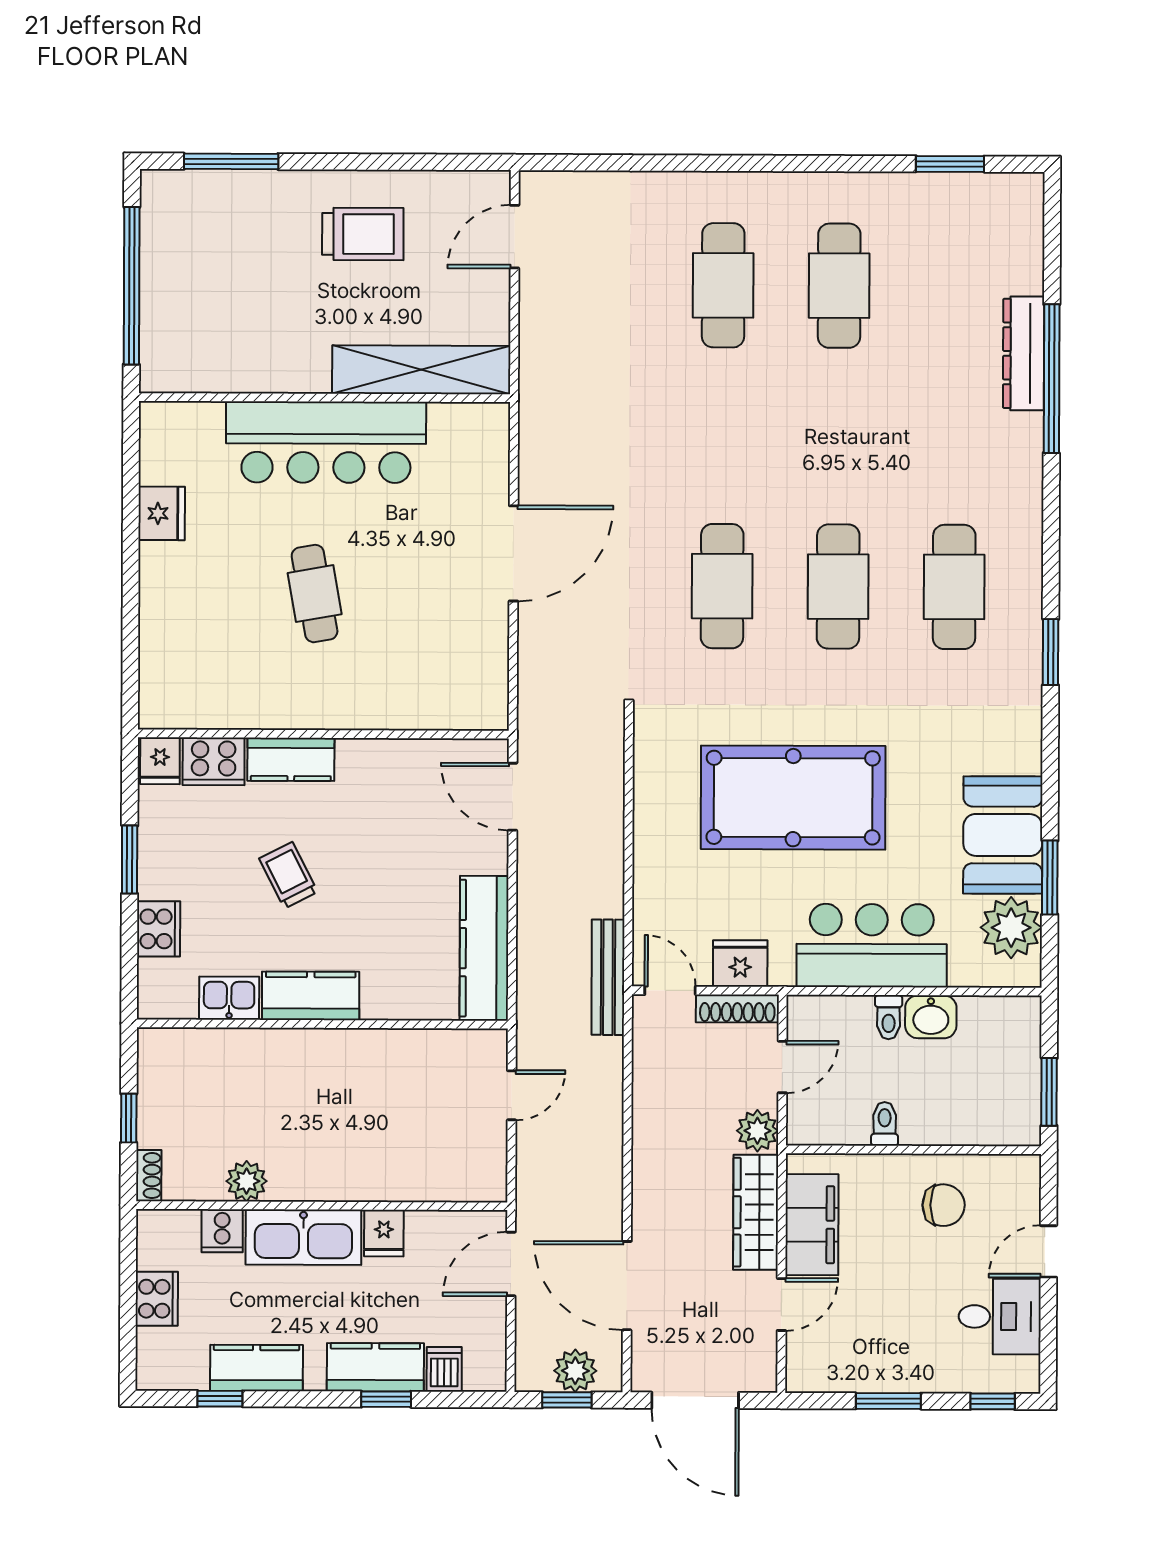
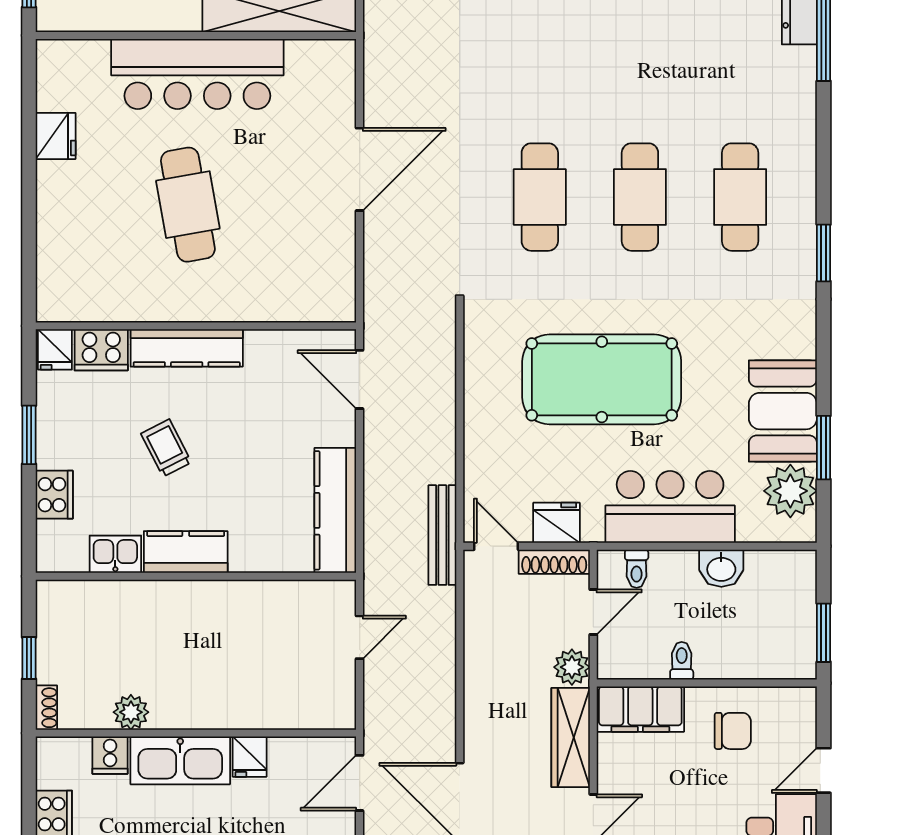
cafe table: (315, 594) -> (188, 205), width x1.37, depth x1.35
kitchen counter: (291, 759) -> (187, 348), width x1.50
toilet: (889, 1017) -> (637, 569), moved
filing cabinet: (812, 1225) -> (640, 709), moved, turned 90

